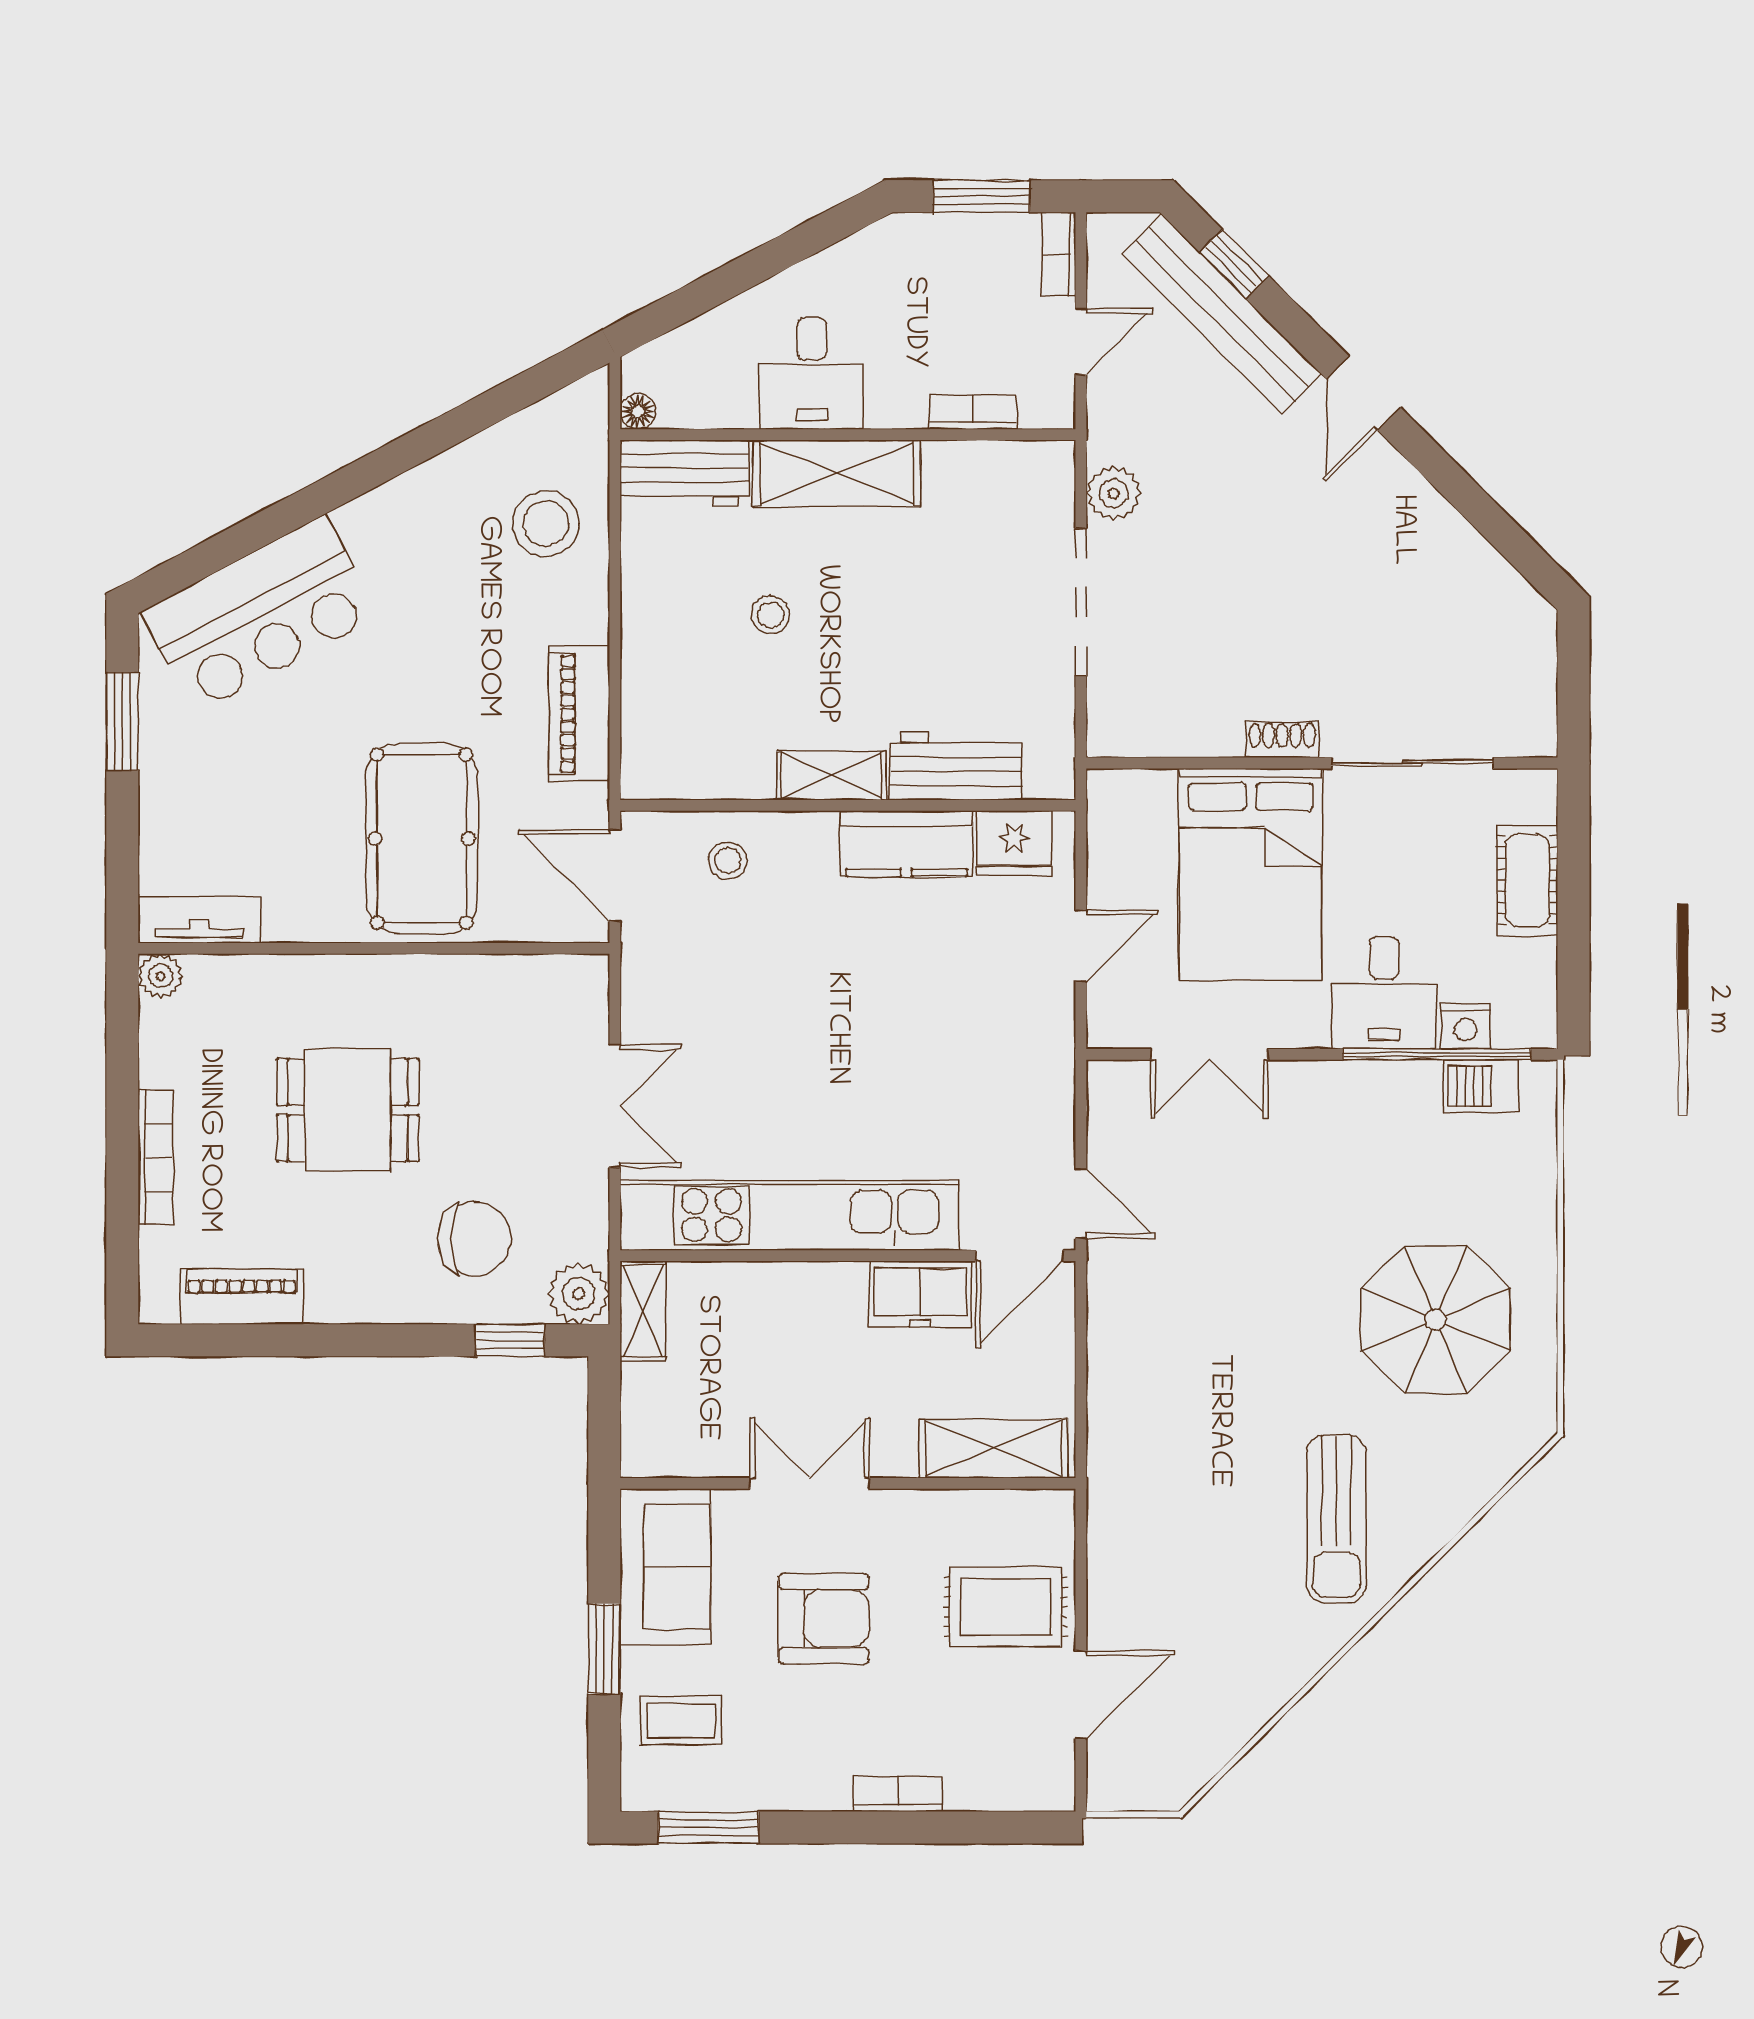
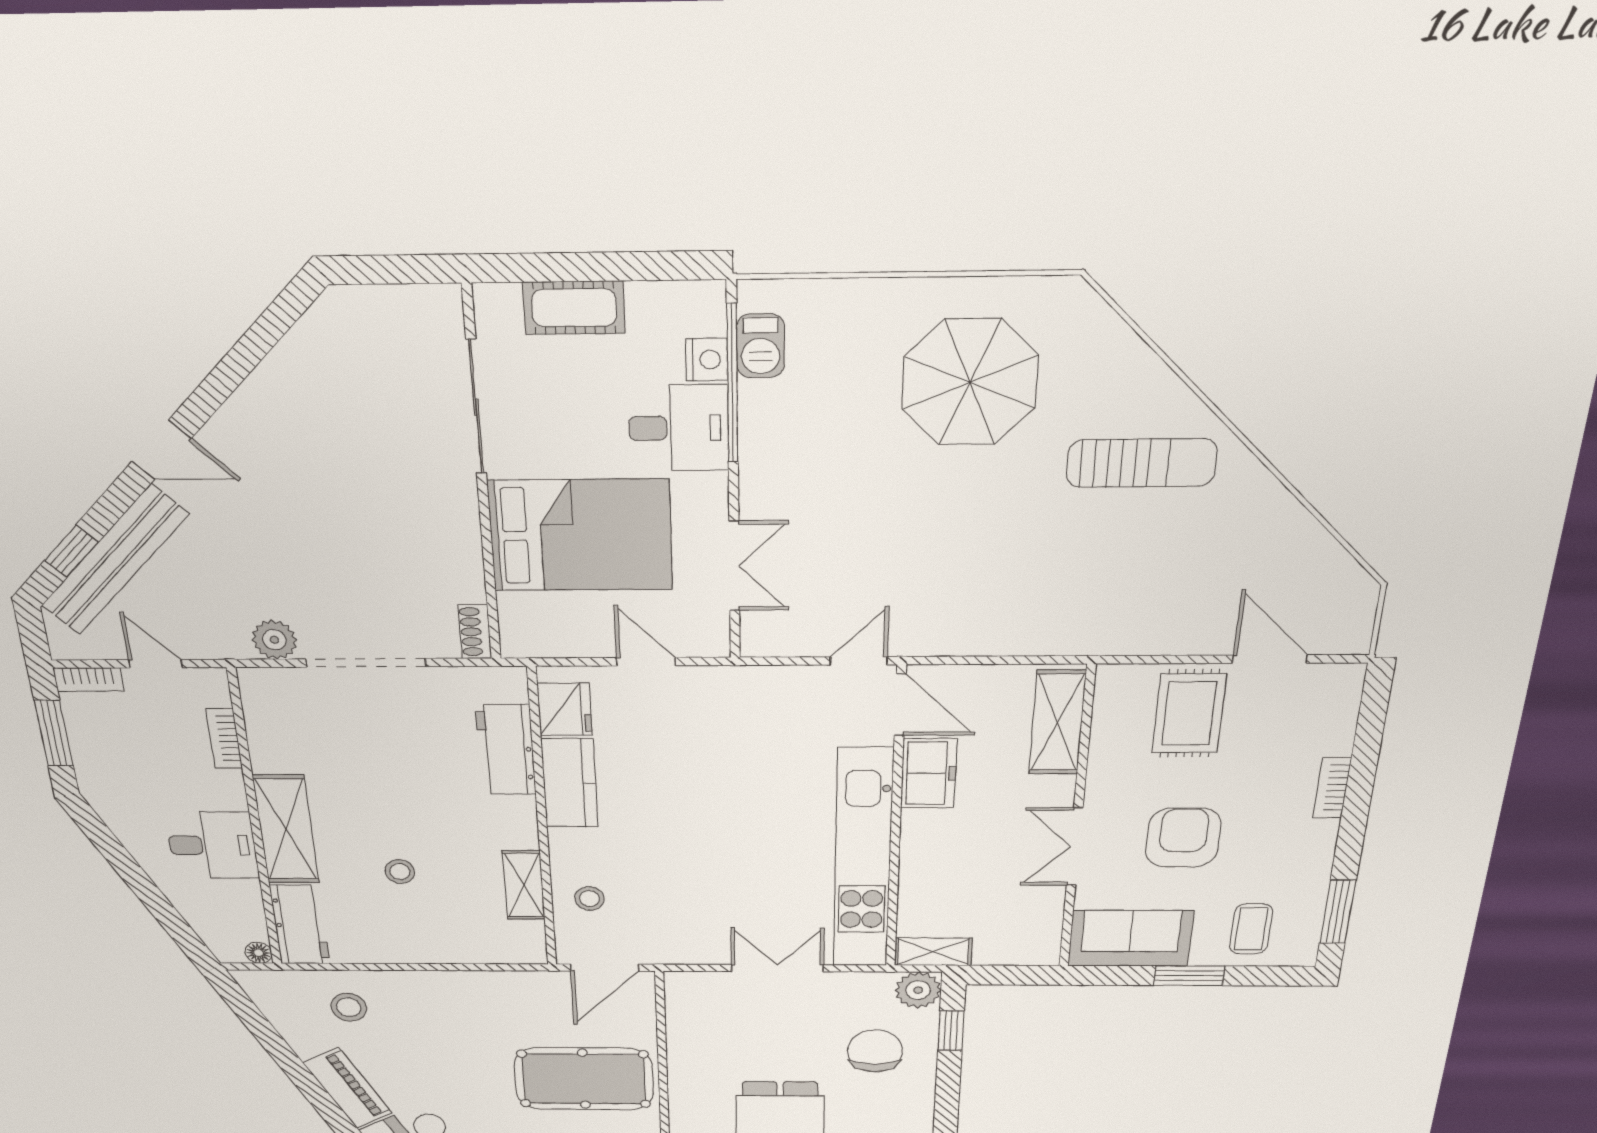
stool: (546, 524) -> (349, 1007), width x0.73, depth x0.73
piano: (579, 714) -> (348, 1088), moved, turned -118
shoe rack: (1282, 740) -> (475, 632), moved
shelving: (831, 776) -> (524, 885), moved

